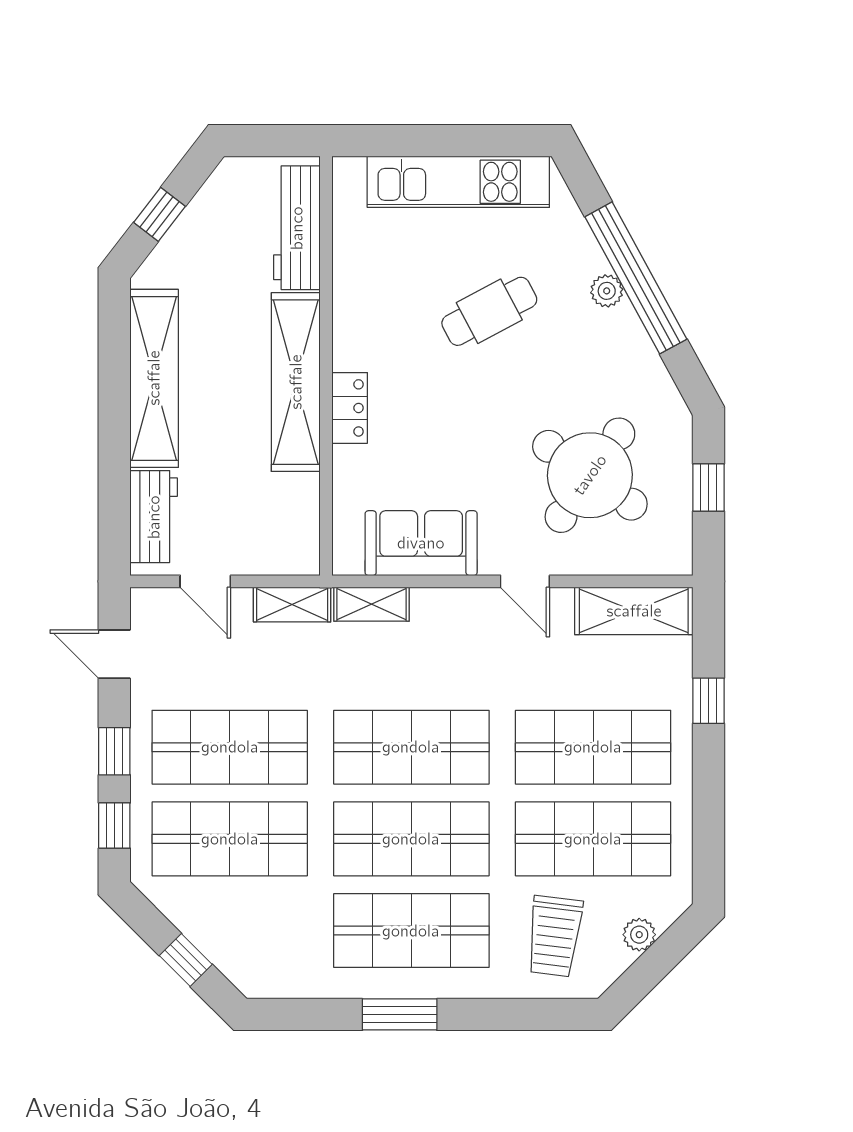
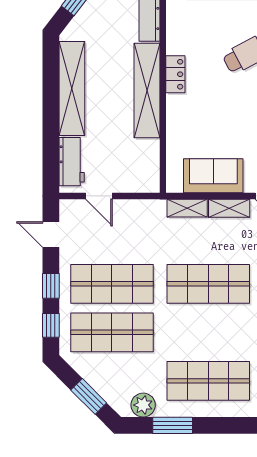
locker: (350, 408) -> (175, 74), moved
shelving: (292, 605) -> (229, 208), moved
shop shelf: (411, 839) -> (208, 332), removed
window: (186, 960) -> (89, 396), width x1.50
plant: (289, 976) -> (143, 405), added
window: (400, 1014) -> (173, 425), moved

